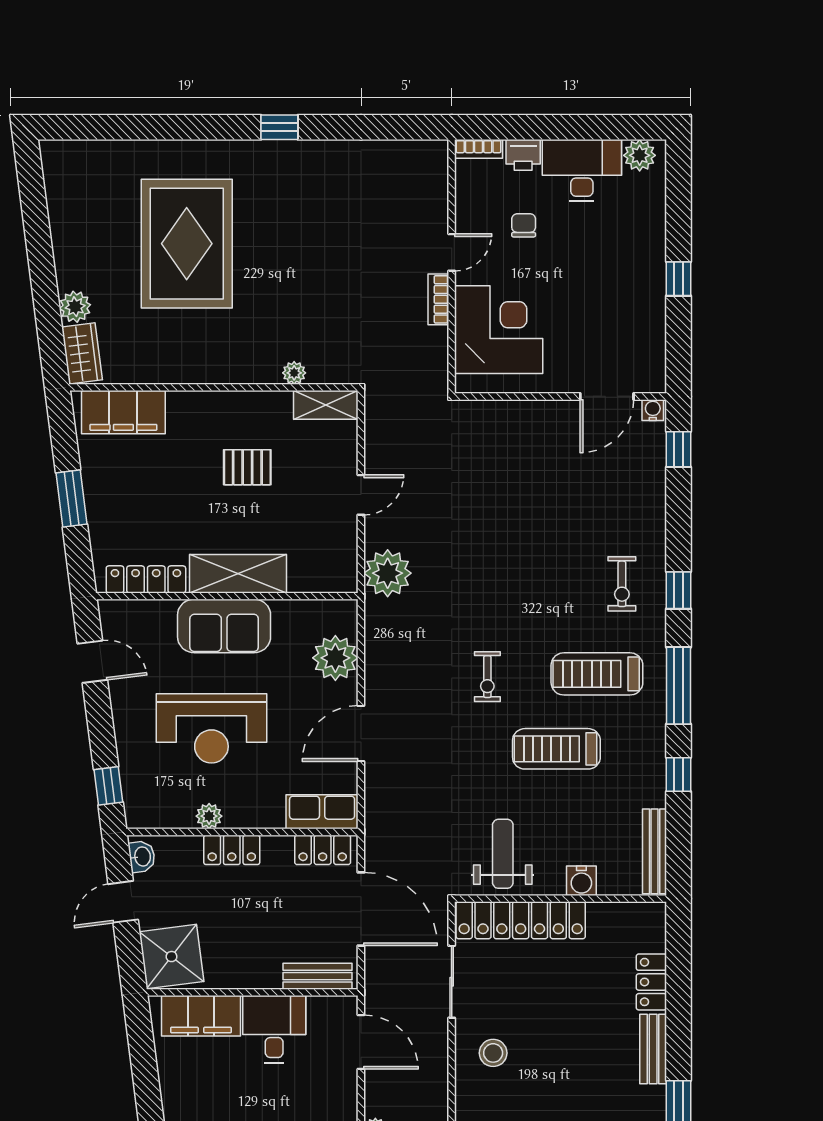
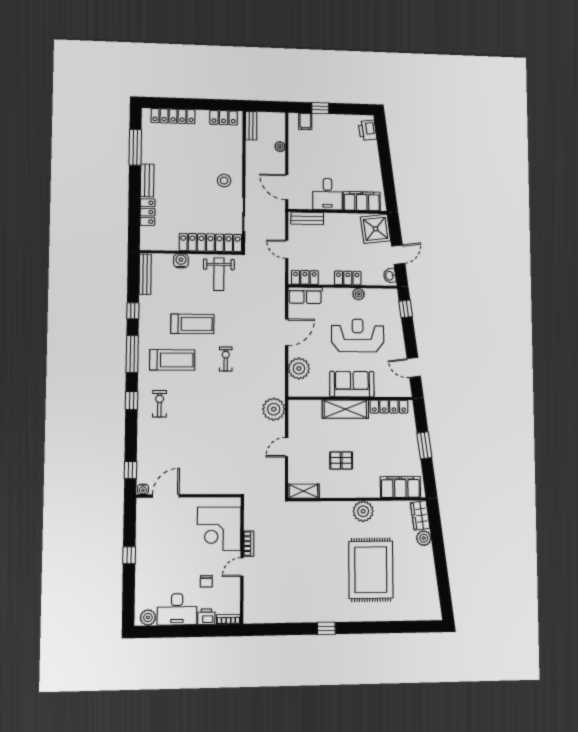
plant: (294, 373) -> (363, 511), moved, width x1.87, depth x1.87
door: (361, 909) -> (287, 249), width x0.53

